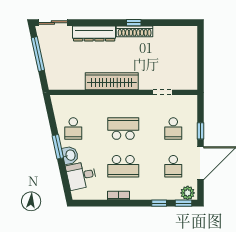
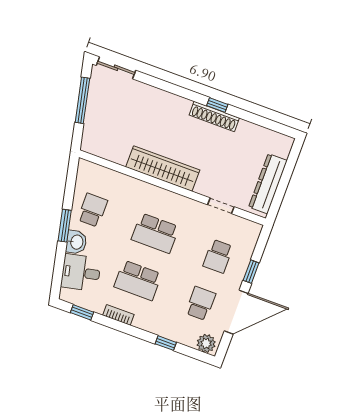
dresser: (94, 33) -> (268, 184), moved, turned 90
school desk: (73, 129) -> (93, 210), turned 180
school desk: (123, 129) -> (155, 233), turned 180
school desk: (173, 166) -> (201, 303), turned 180
window: (184, 203) -> (82, 312), moved

